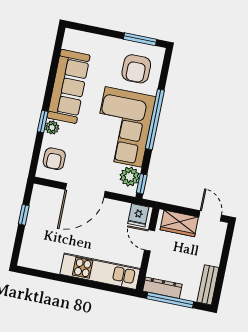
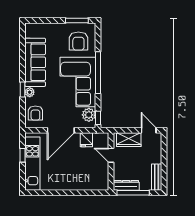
fridge: (138, 215) -> (86, 140), moved
kitchen unit: (100, 271) -> (32, 164), moved, turned 90

